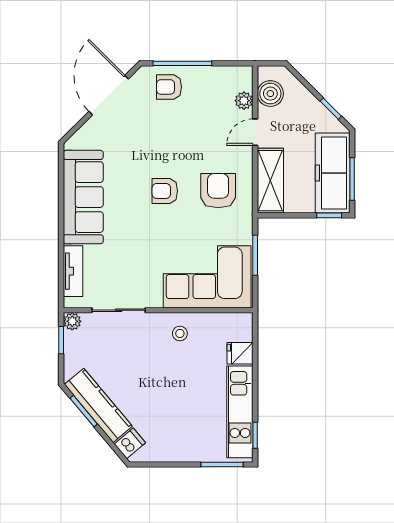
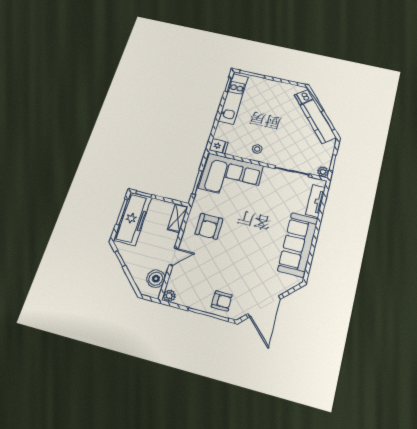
plant: (244, 101) -> (169, 296), moved
shelving: (270, 181) -> (178, 218), width x0.67, depth x0.75
armchair: (165, 191) -> (243, 235), removed
fridge: (240, 353) -> (218, 146), moved

